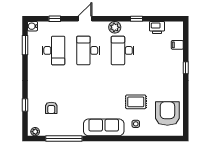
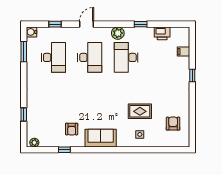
desk: (88, 50) -> (90, 57), turned 180
armchair: (51, 108) -> (72, 129), moved
armchair: (167, 114) -> (173, 124), width x0.53, depth x0.53
sofa: (104, 127) -> (101, 138), width x0.73
window: (64, 138) -> (64, 150), width x0.32

